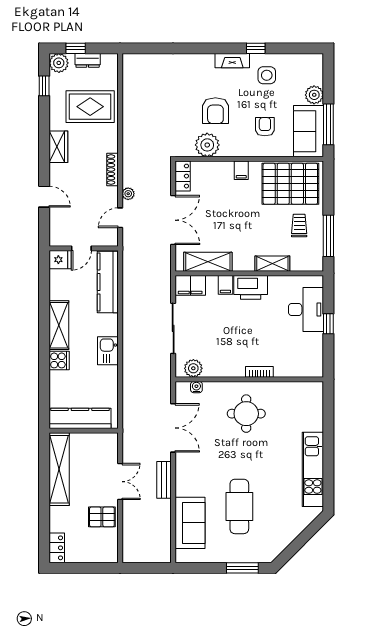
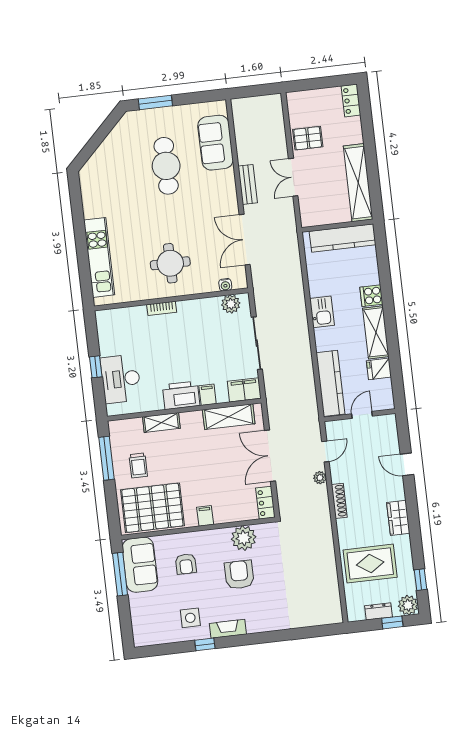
plant: (314, 95) -> (138, 603), removed
fridge: (60, 260) -> (379, 369), moved
kitchen unit: (313, 469) -> (99, 257), moved

